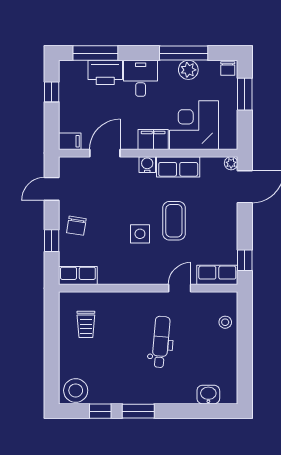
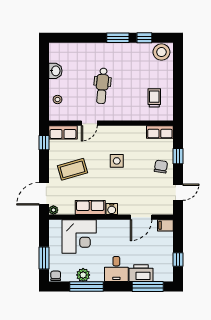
filing cabinet: (153, 139) -> (108, 226), removed
coffee table: (174, 221) -> (72, 169), moved, turned 74
washbasin: (208, 395) -> (55, 71), moved, turned -90

